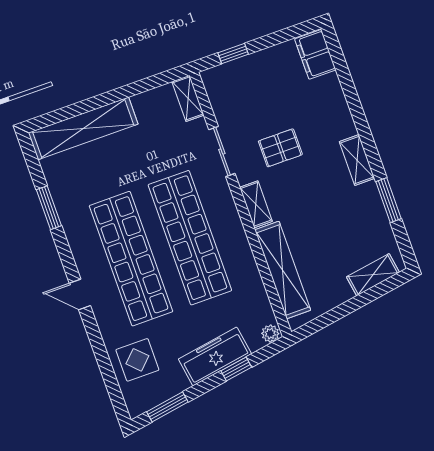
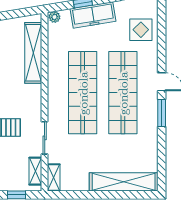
shelving: (256, 204) -> (35, 171), moved
window: (49, 208) -> (162, 113), moved

